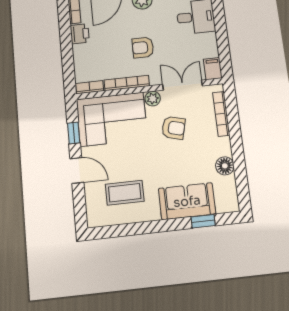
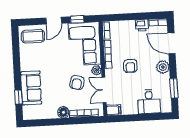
armchair: (143, 47) -> (130, 66), turned 180
double door: (182, 85) -> (104, 90), swing flipped
floor lamp: (225, 166) -> (63, 112), moved
coffee table: (125, 193) -> (33, 36), moved, turned 90

